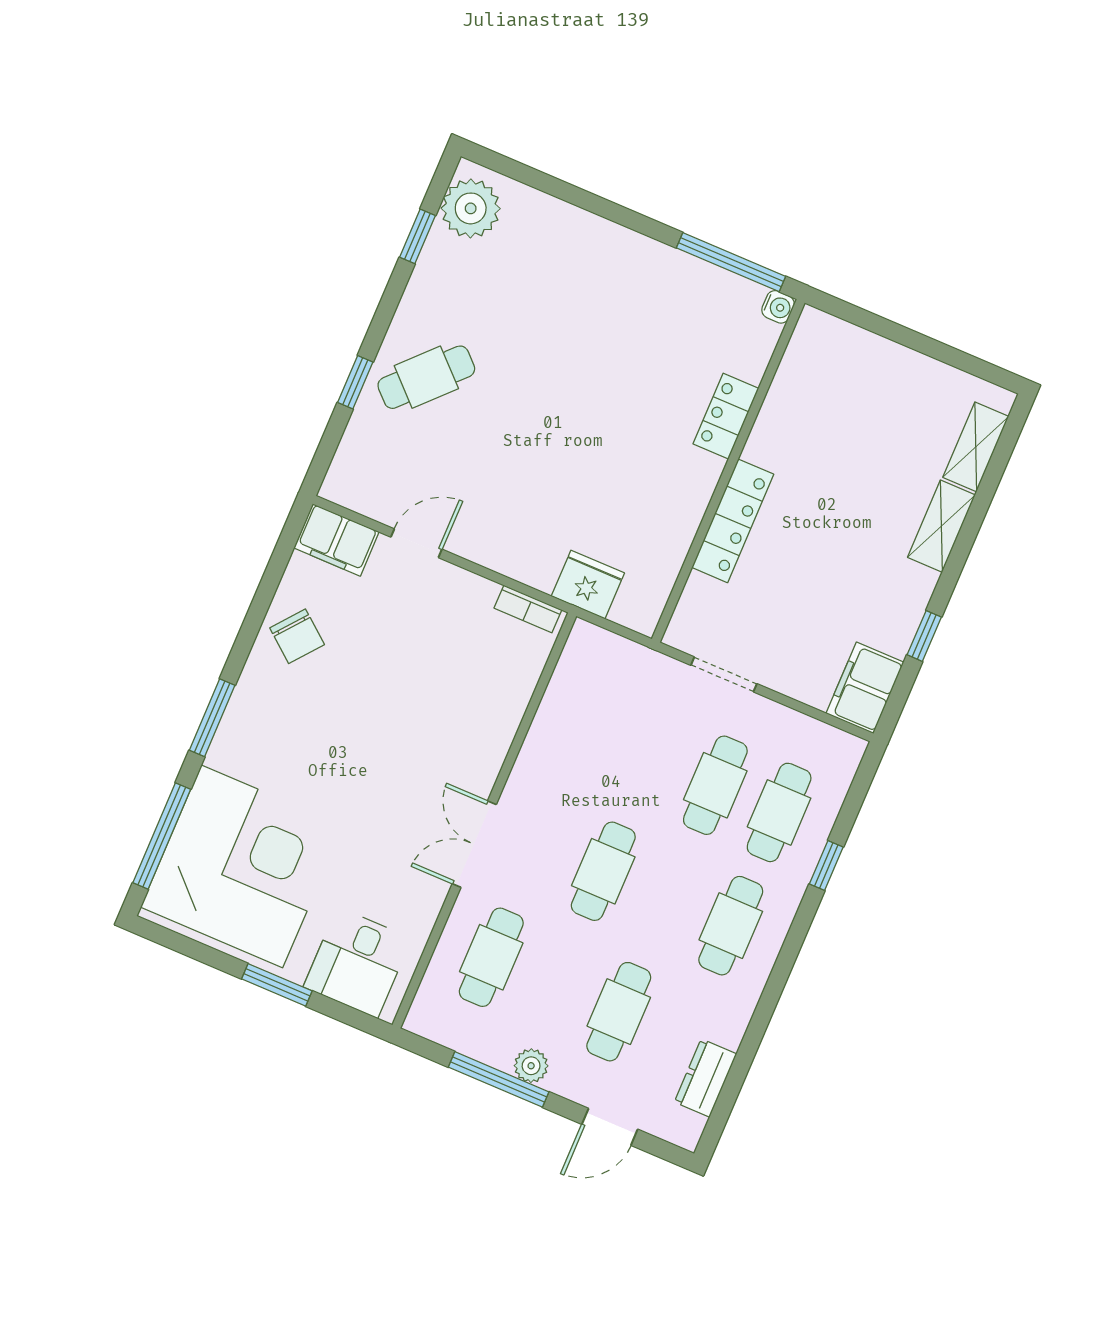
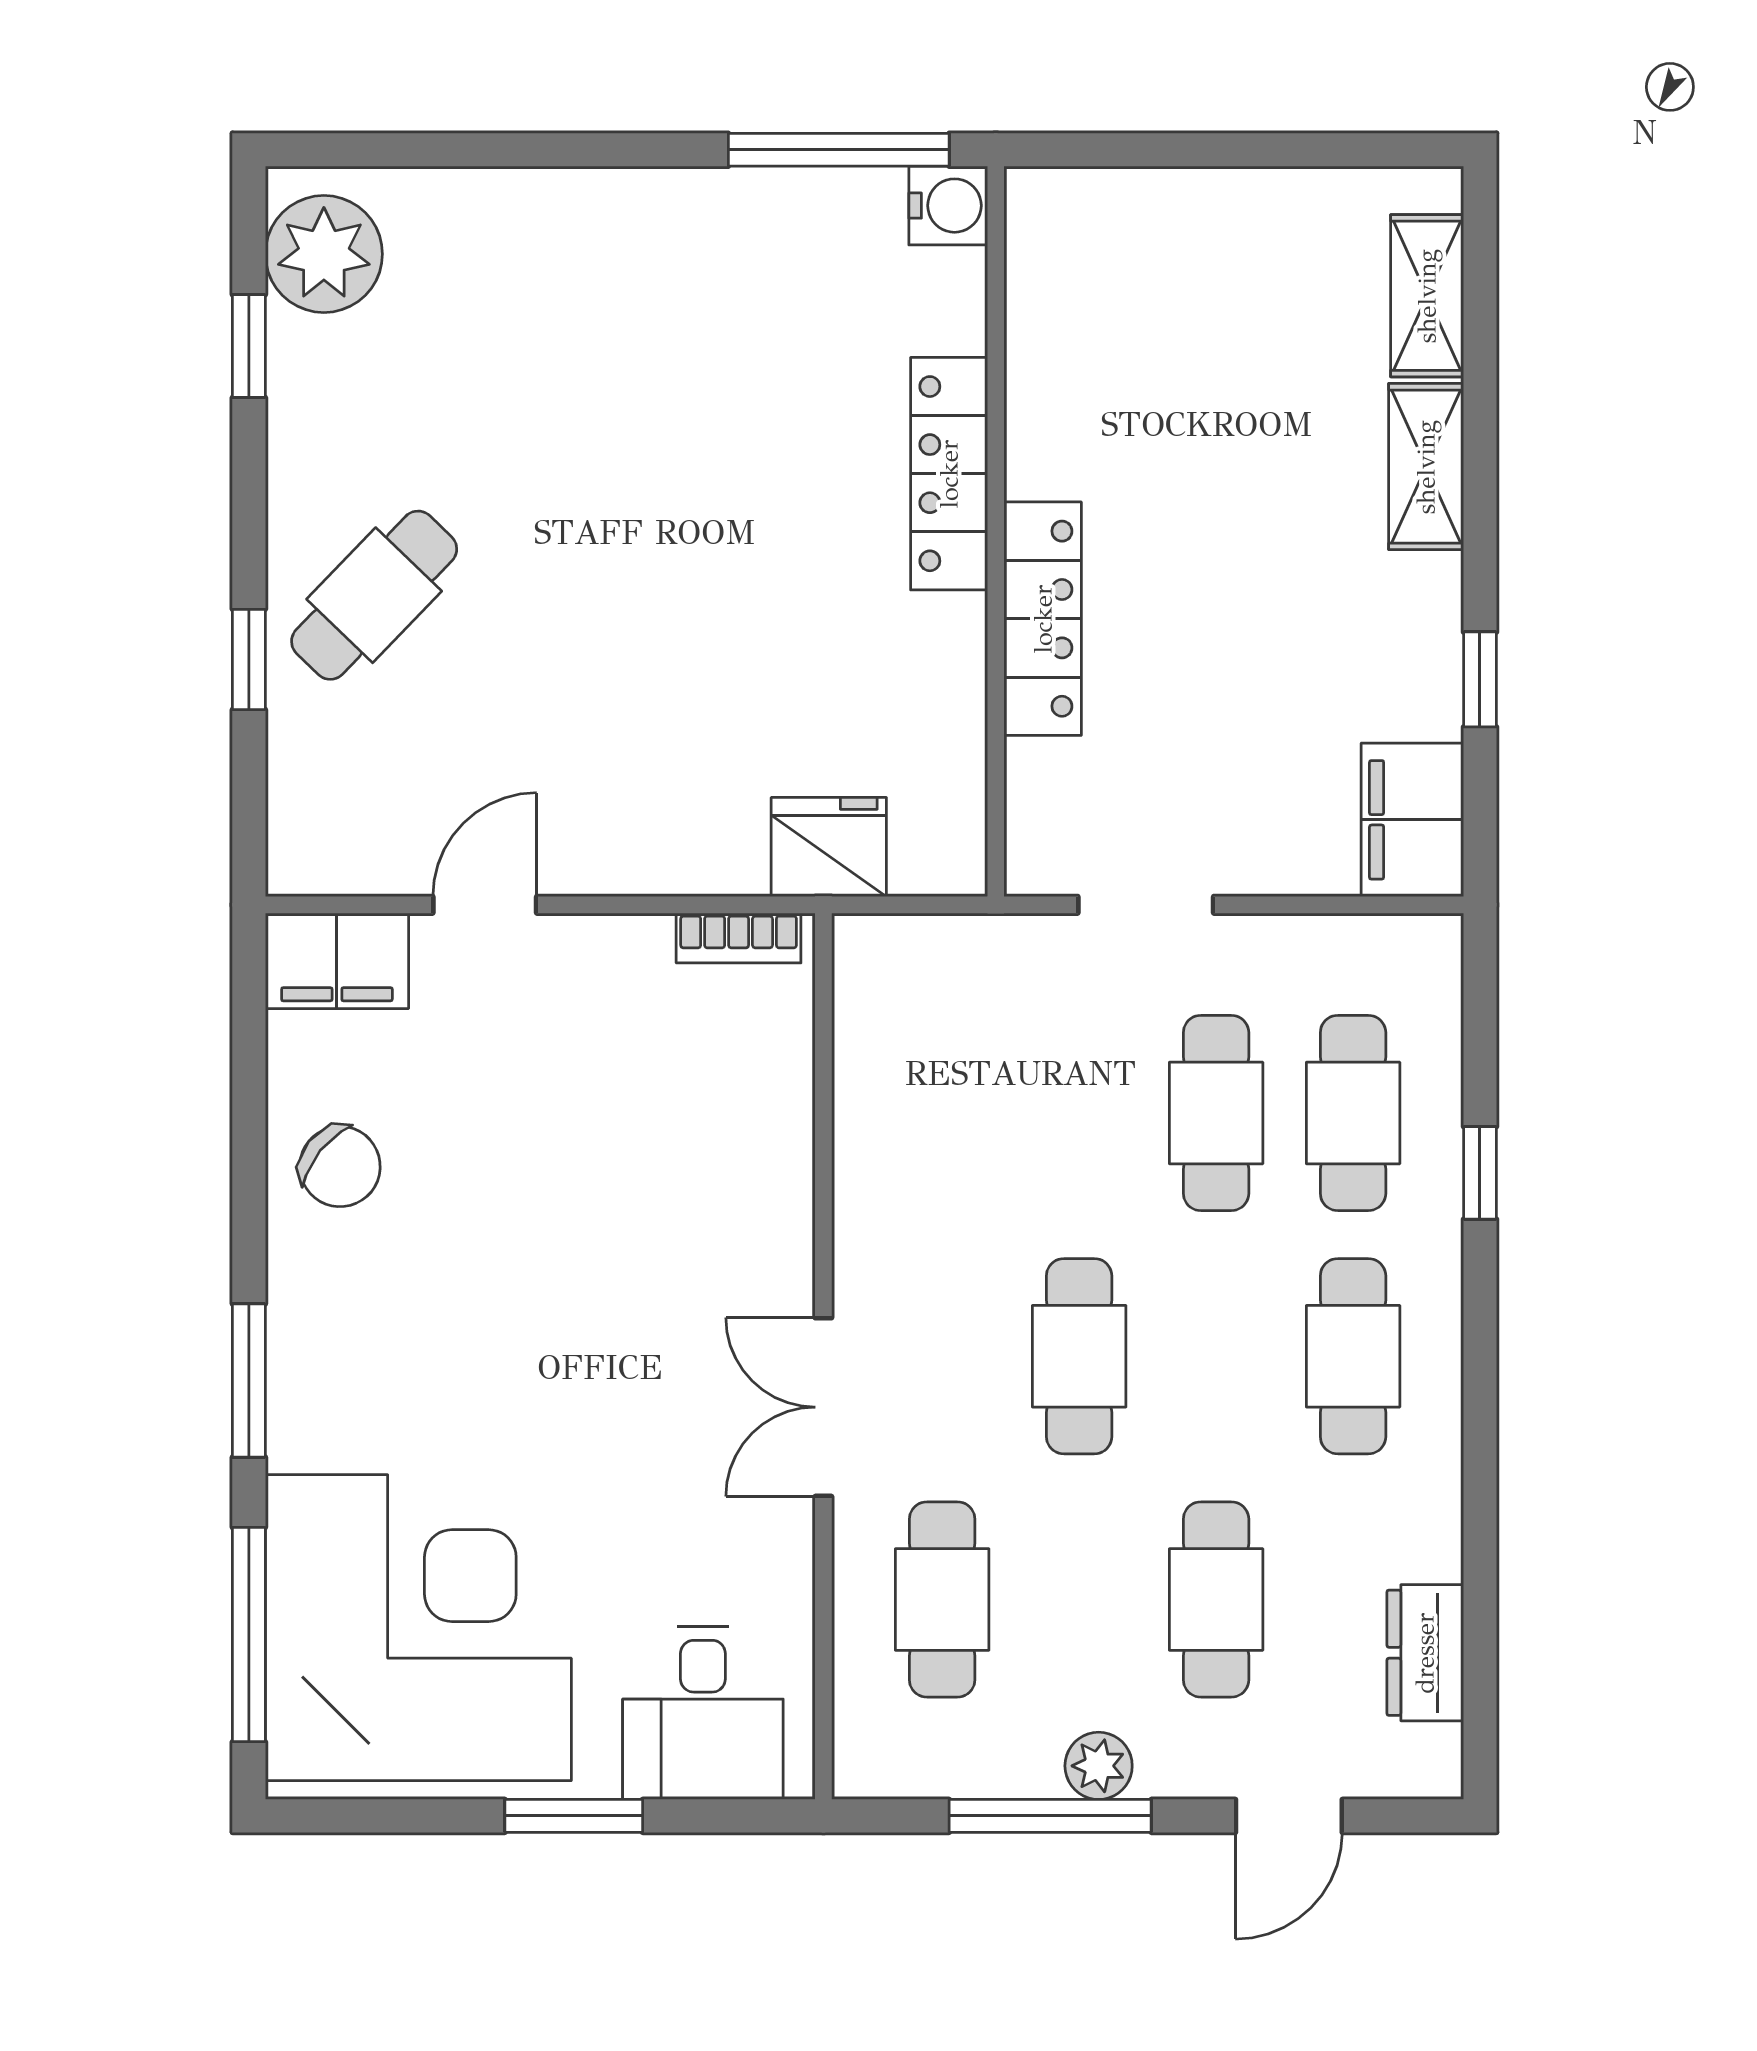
water cooler: (778, 307) -> (948, 206), width x1.38, depth x1.38
locker: (726, 416) -> (949, 474), width x1.53

